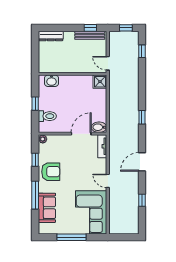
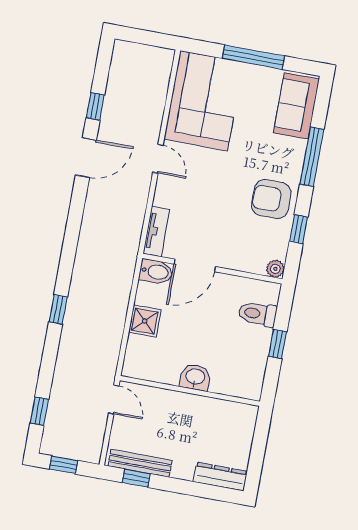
washbasin: (52, 81) -> (195, 377), moved
shower: (100, 82) -> (145, 321), moved
window: (142, 117) -> (58, 309), moved
door: (142, 162) -> (86, 158), moved
sofa: (47, 208) -> (296, 106), moved

